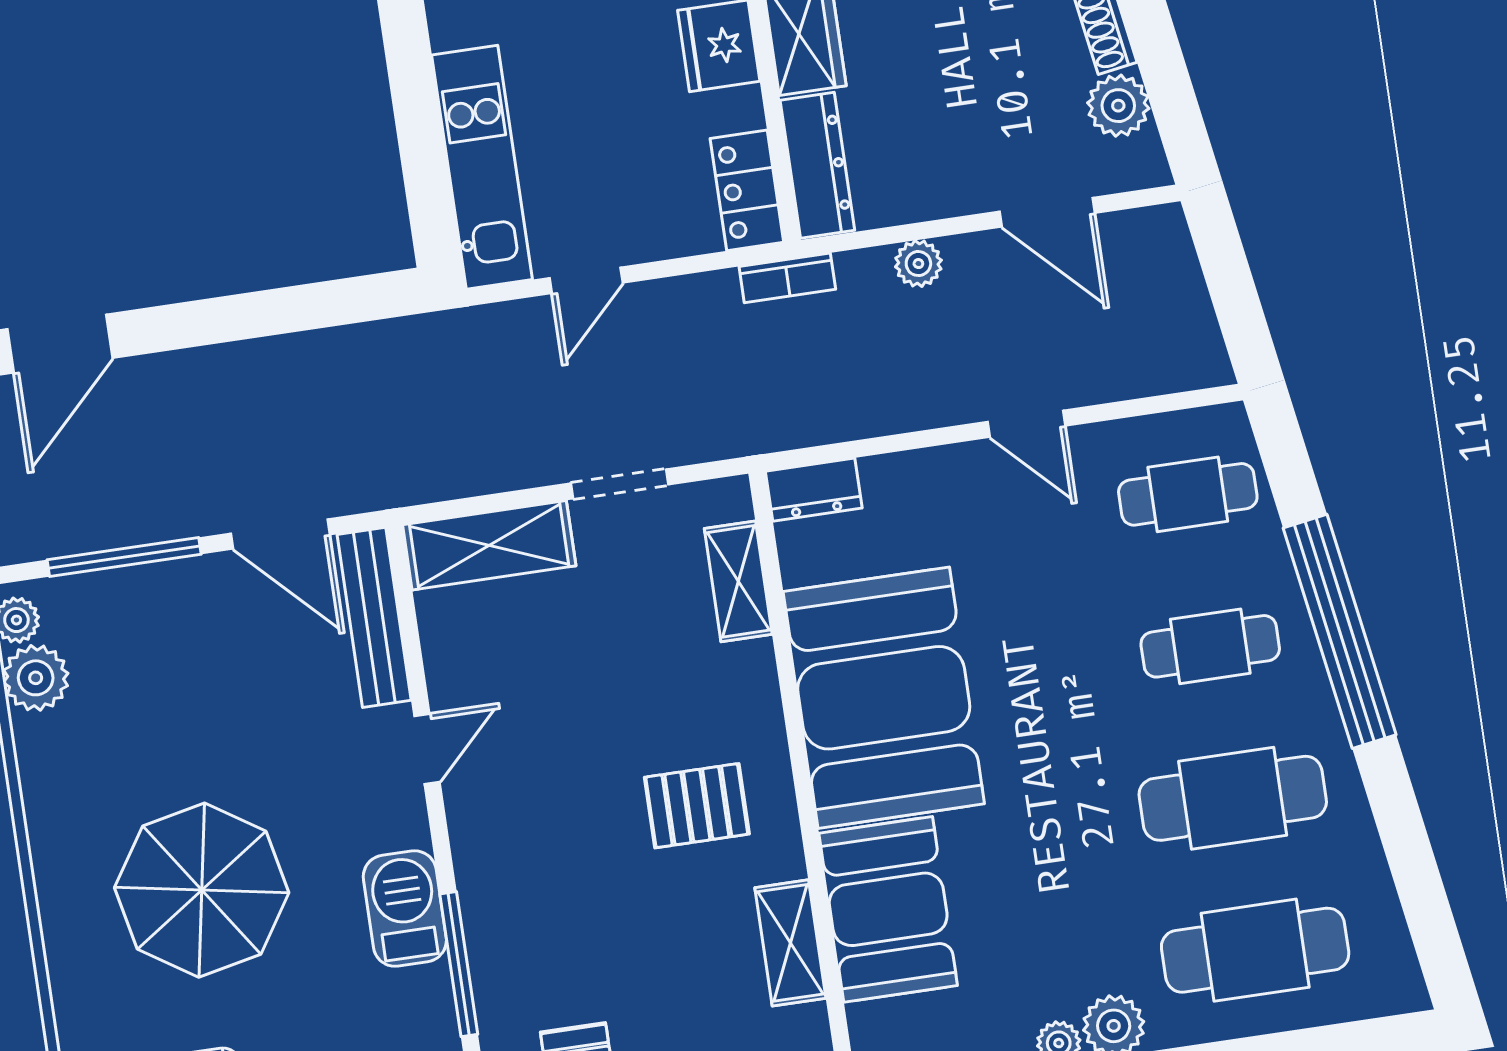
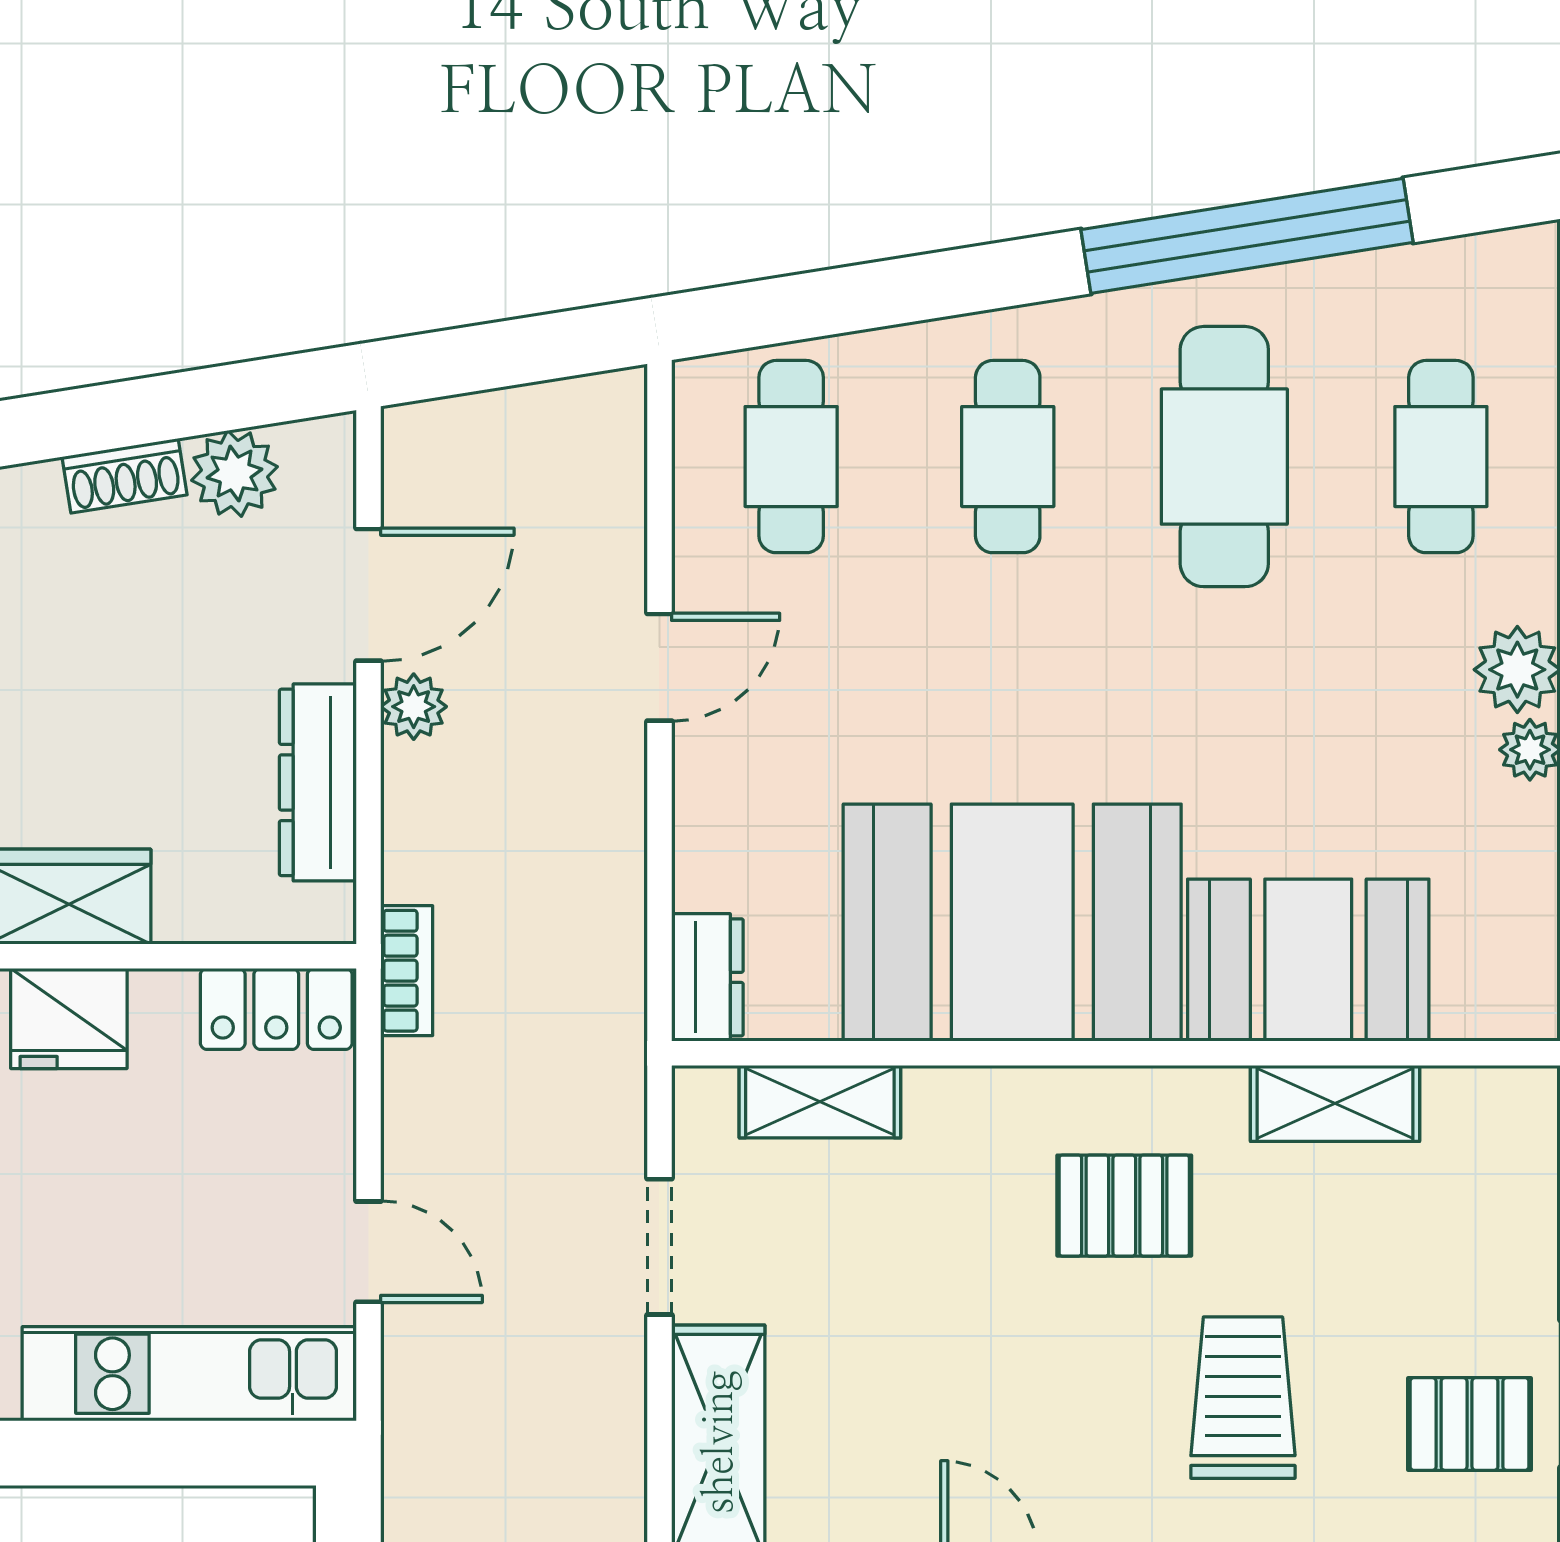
dresser: (817, 165) -> (318, 782), moved, turned -90
plant: (918, 264) -> (414, 707), moved
window: (1340, 631) -> (1247, 236), moved
pallet: (697, 806) -> (1124, 1206), turned 90
trolley: (574, 909) -> (1243, 1398), added
cafe table: (1255, 950) -> (1441, 457), width x0.73, depth x0.74

